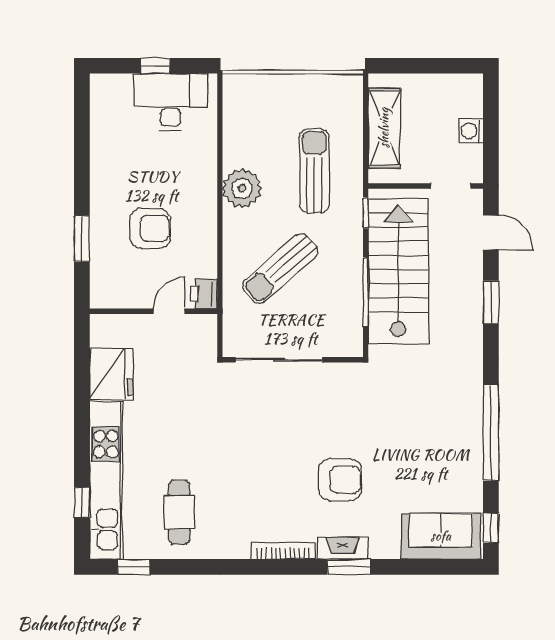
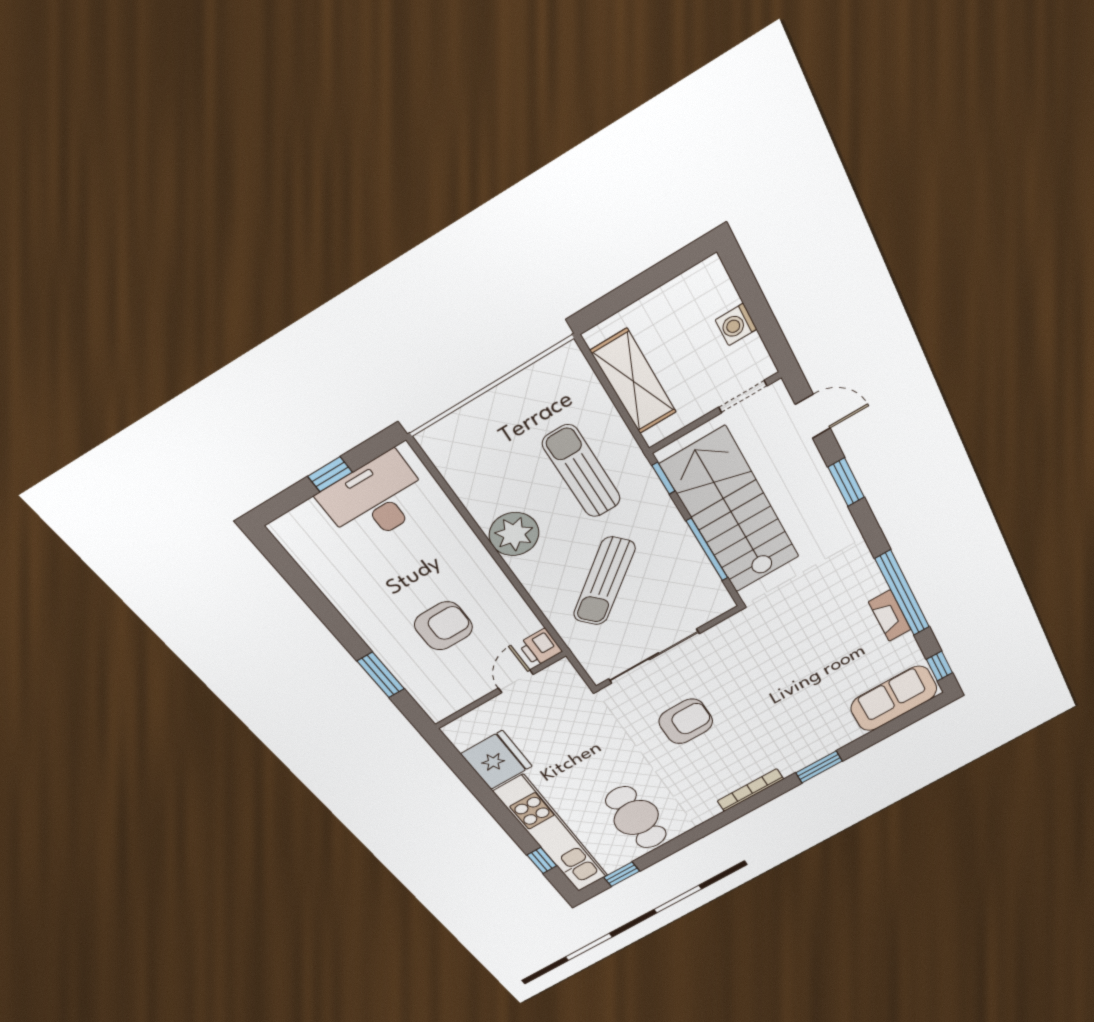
armchair: (340, 479) -> (686, 721), moved
cafe table: (179, 512) -> (636, 818), width x1.37, depth x1.35
fireplace: (343, 548) -> (890, 616), moved, turned -90

